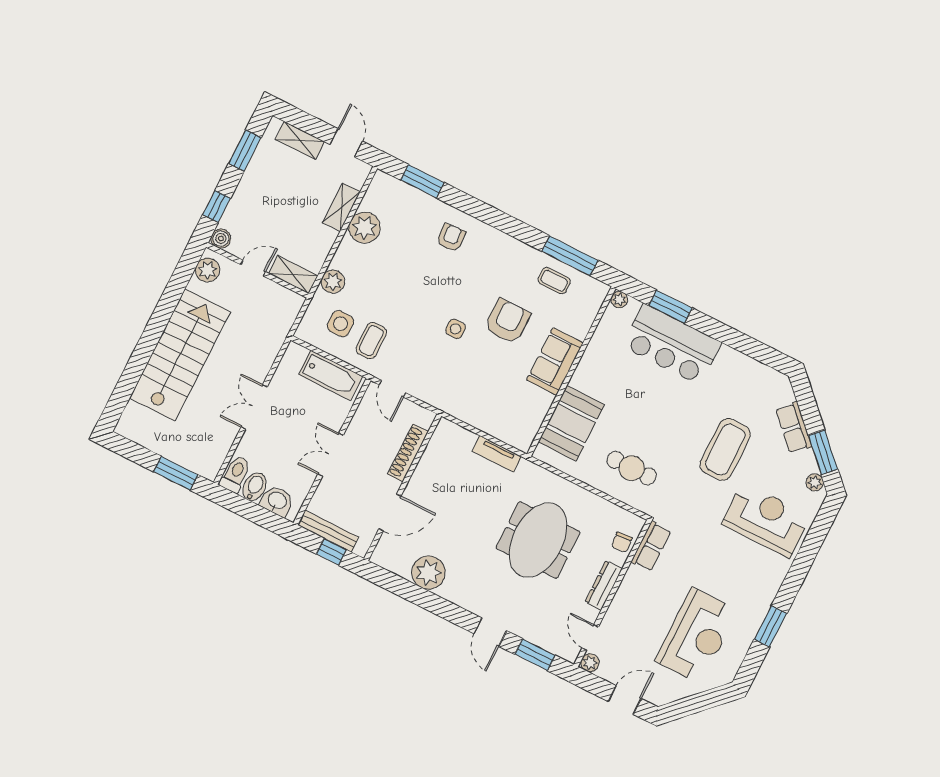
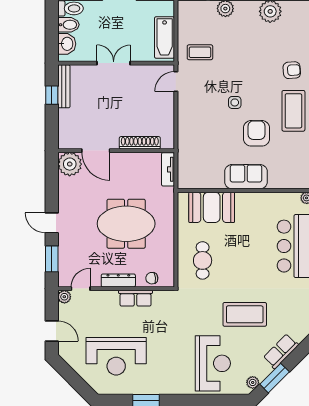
coffee table: (554, 281) -> (293, 111), moved, width x1.86, depth x1.72
armchair: (508, 321) -> (256, 133), turned -90
side table: (340, 324) -> (201, 27), removed
shoe rack: (408, 453) -> (140, 143), moved
wall: (403, 487) -> (116, 151), moved
door: (390, 513) -> (96, 151), moved
row of seats: (651, 546) -> (136, 298), moved
door: (490, 632) -> (52, 223), hinge flipped

